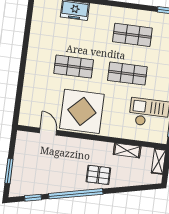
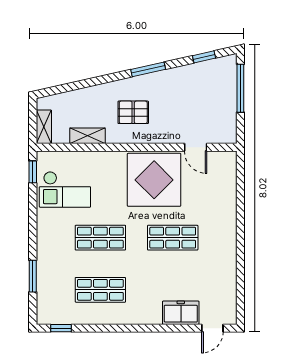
window: (9, 171) -> (240, 88), width x1.44
pallet: (98, 175) -> (133, 112), moved
window: (76, 194) -> (148, 69), width x0.47

